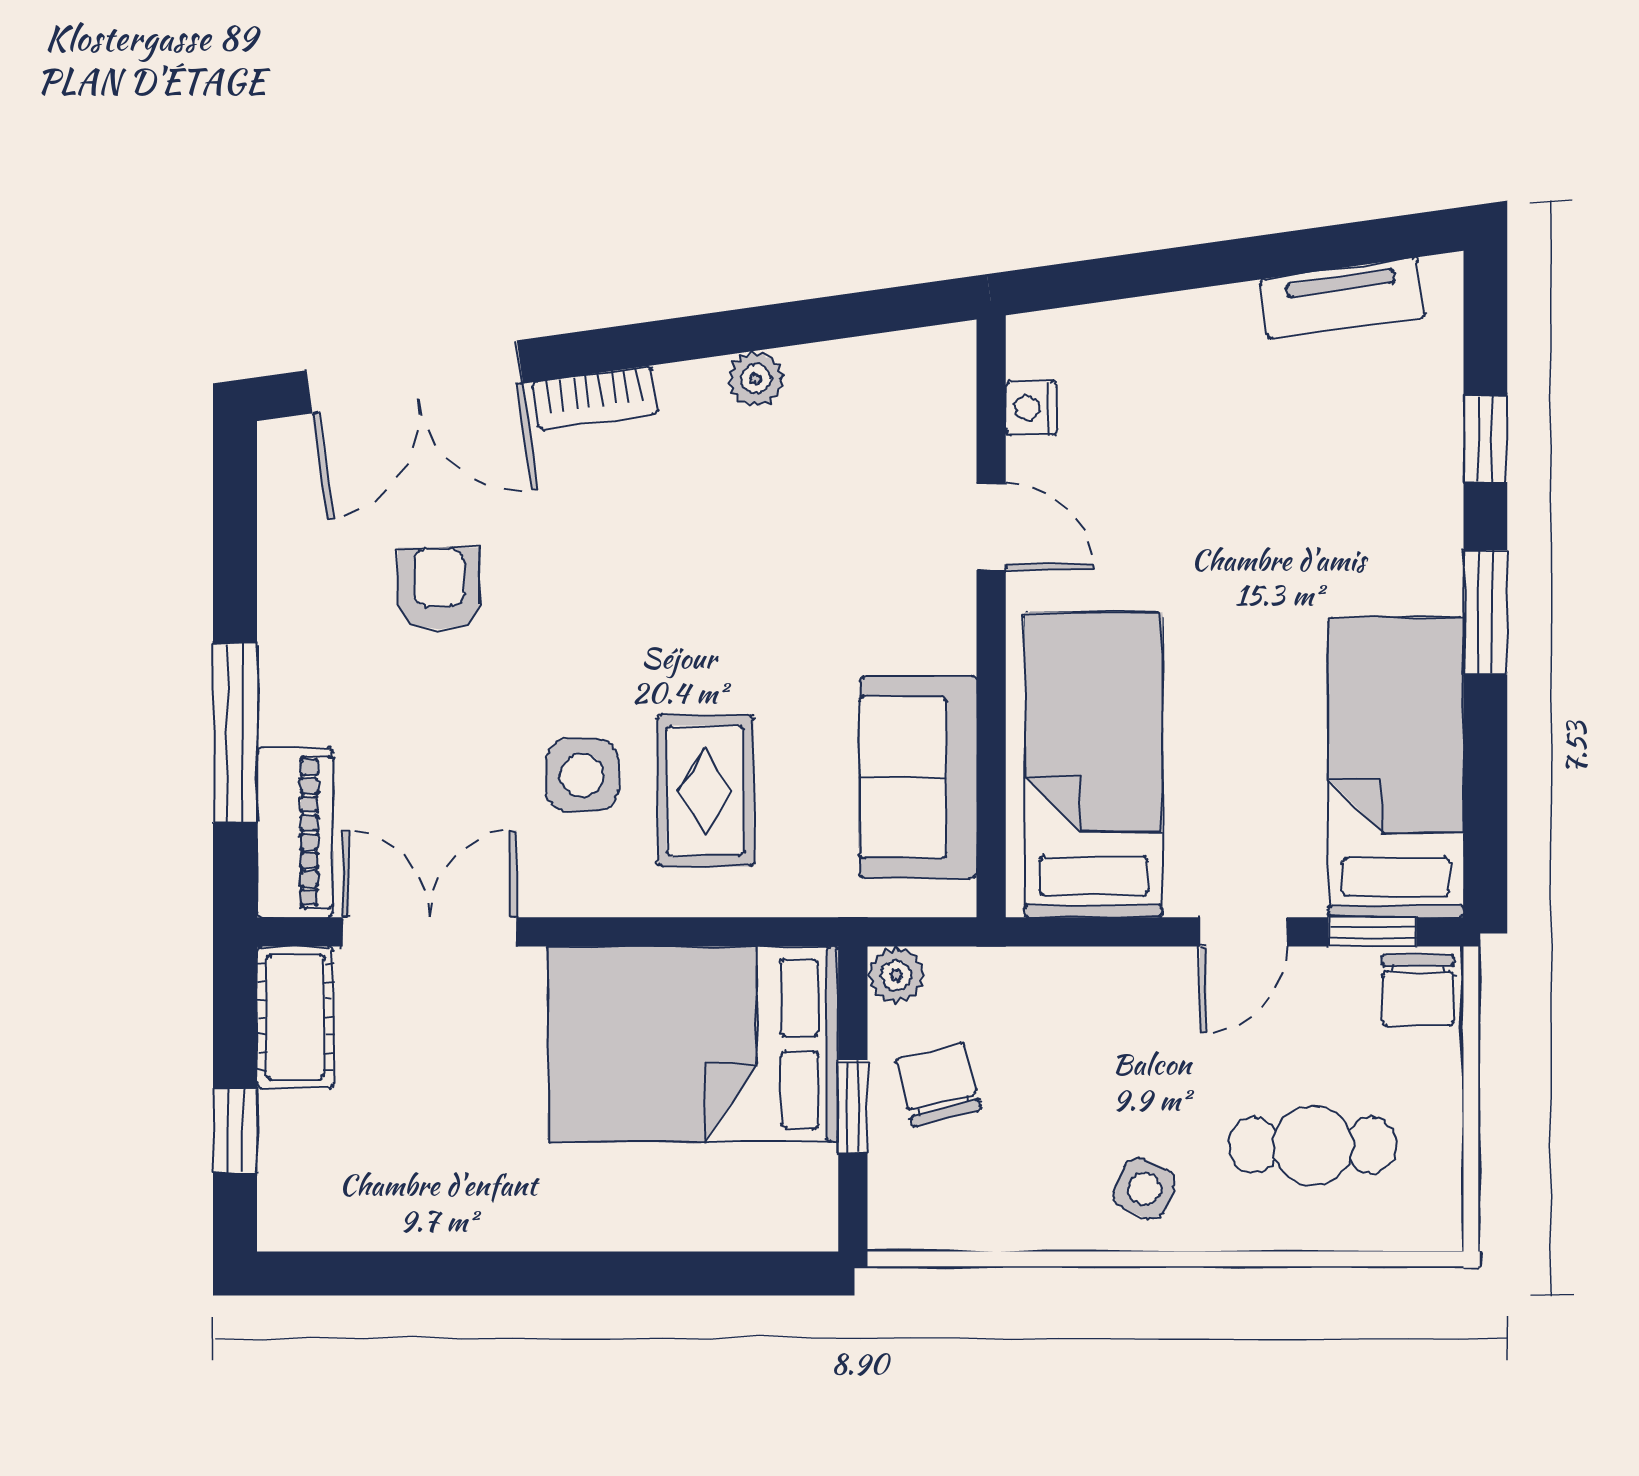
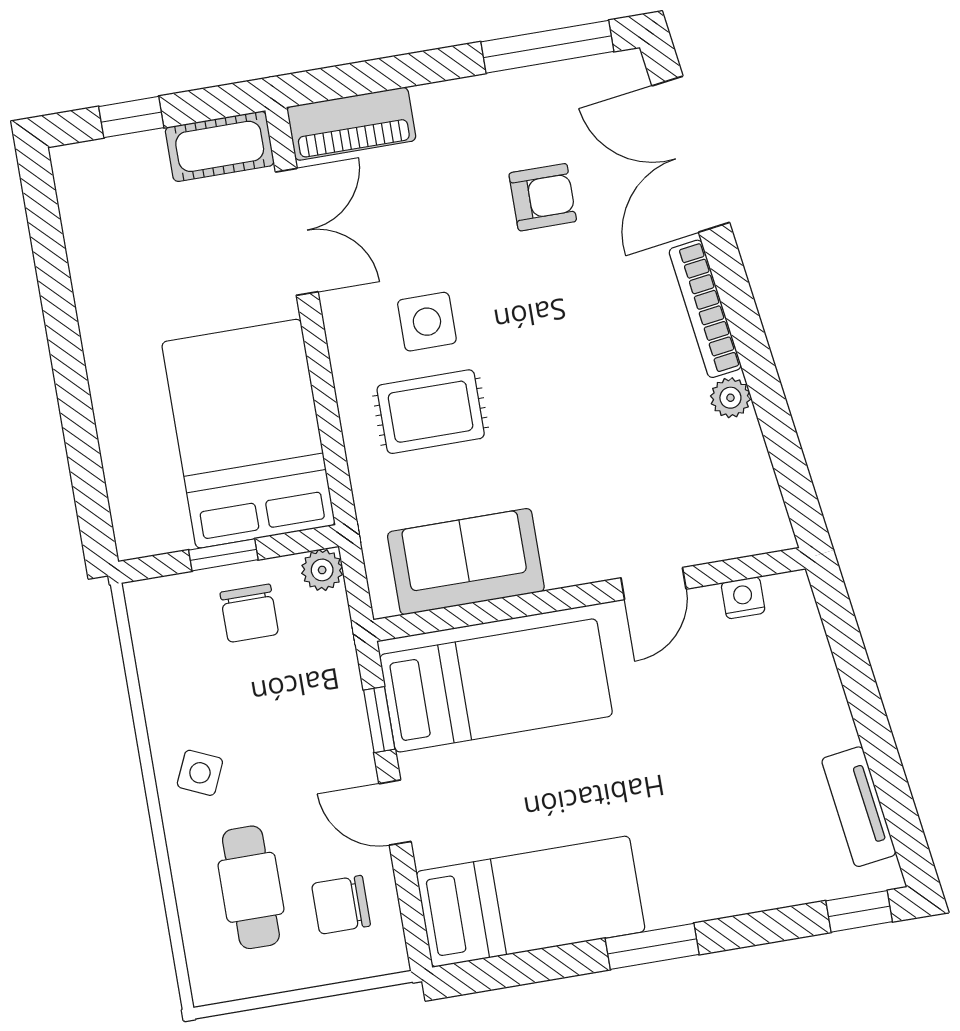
bookcase: (595, 398) -> (705, 309), width x1.56
window: (1485, 439) -> (859, 911), moved
window: (235, 733) -> (547, 47), moved
window: (1372, 932) -> (379, 720), moved
chair: (1418, 990) -> (341, 905), moved
chair: (938, 1084) -> (249, 613), turned 105

